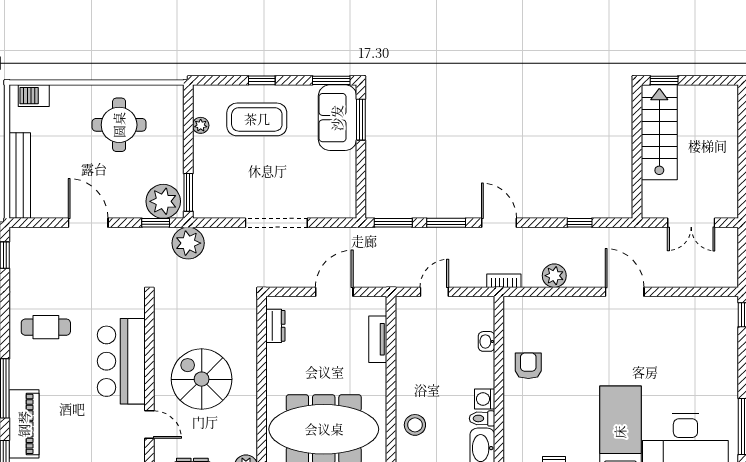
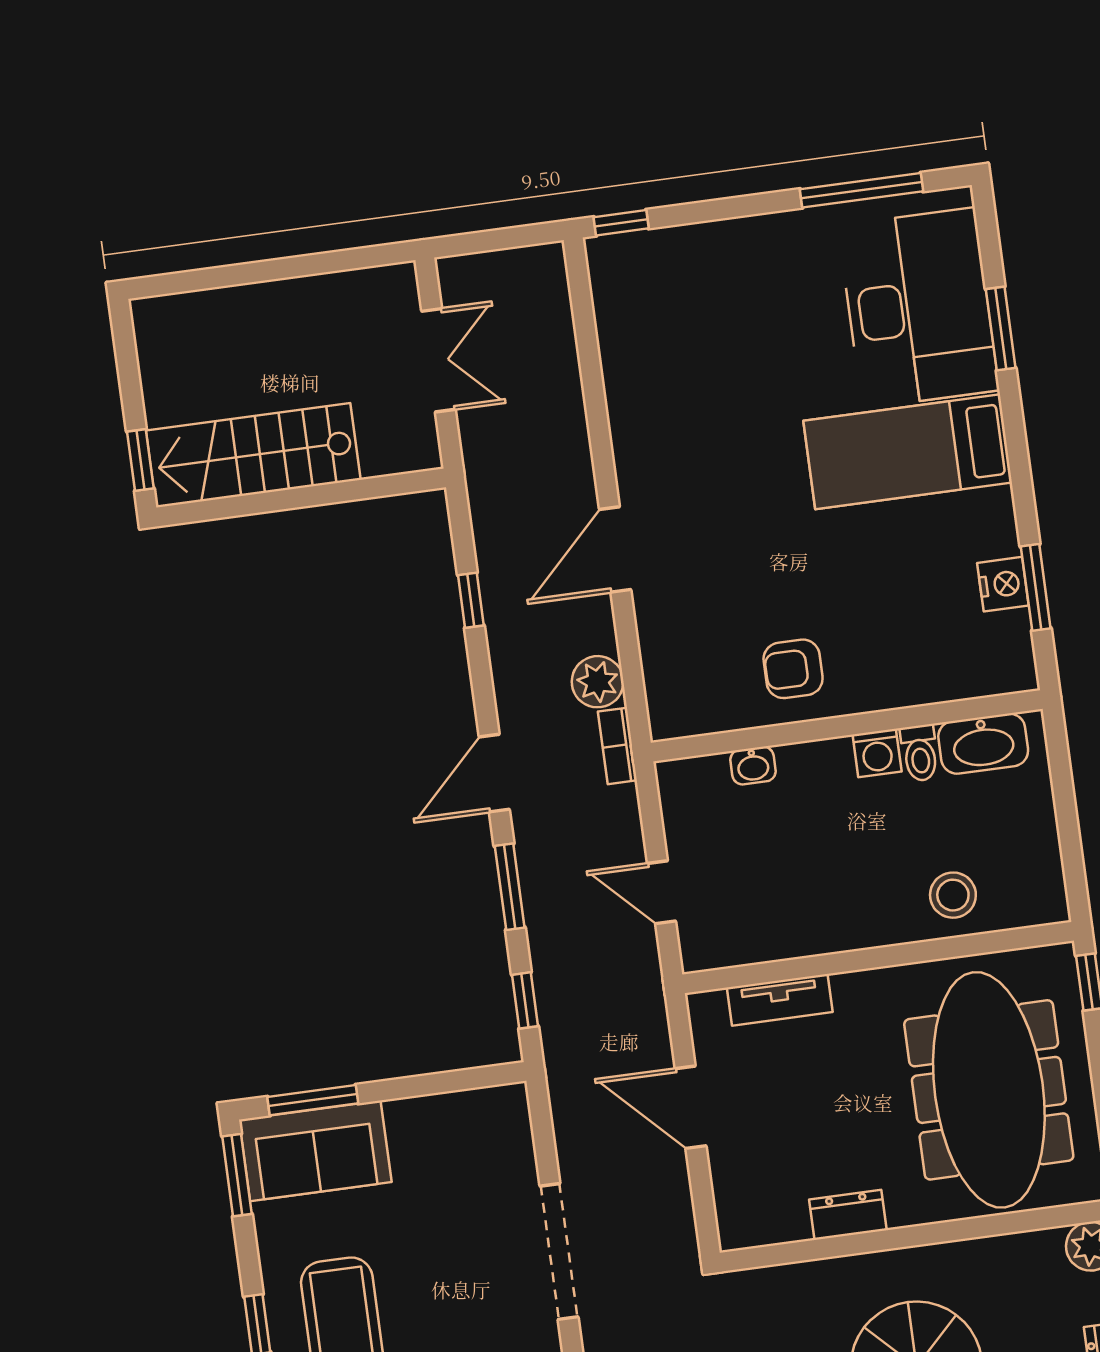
window: (393, 223) -> (525, 1000), width x0.67
plant: (554, 276) -> (598, 682), moved
door: (625, 292) -> (615, 550), moved
dresser: (275, 326) -> (848, 1215), moved

